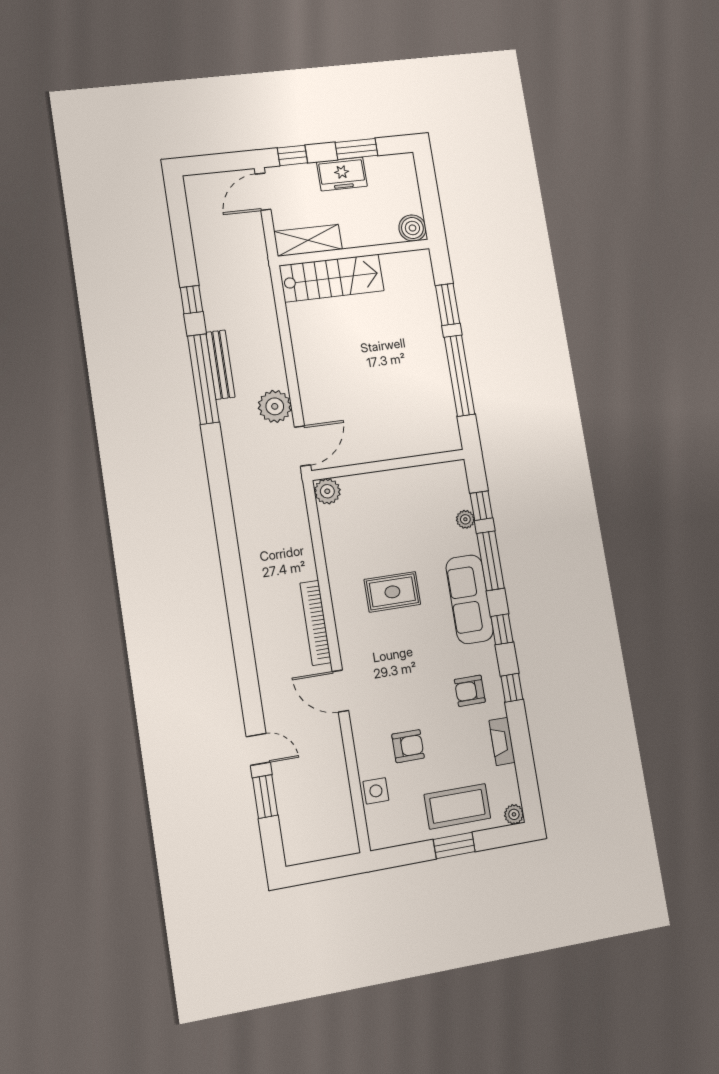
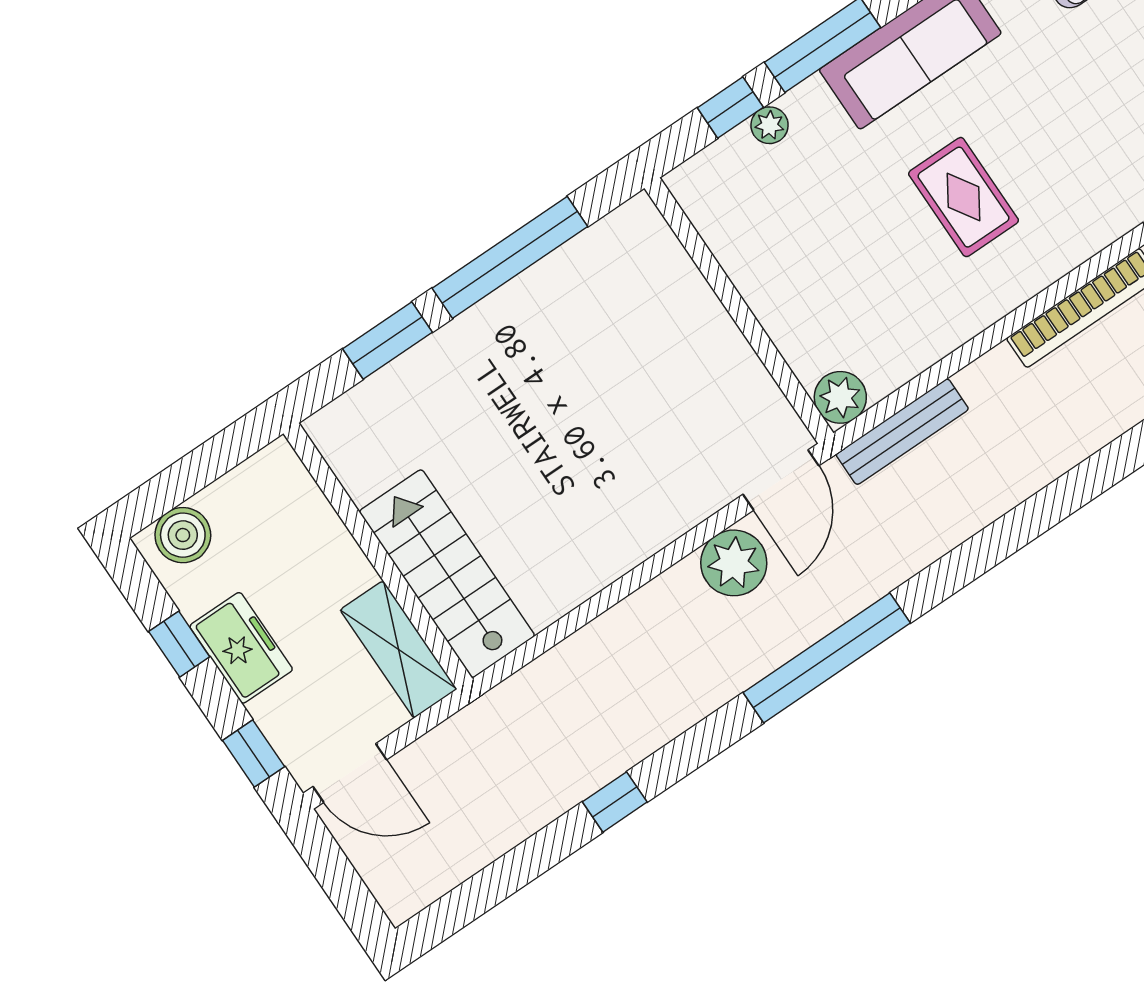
window: (356, 149) -> (179, 644), width x0.67
boiler: (412, 228) -> (183, 535), moved
bench: (220, 365) -> (902, 432), moved
window: (203, 379) -> (827, 658), moved
door: (302, 446) -> (781, 480), swing flipped

